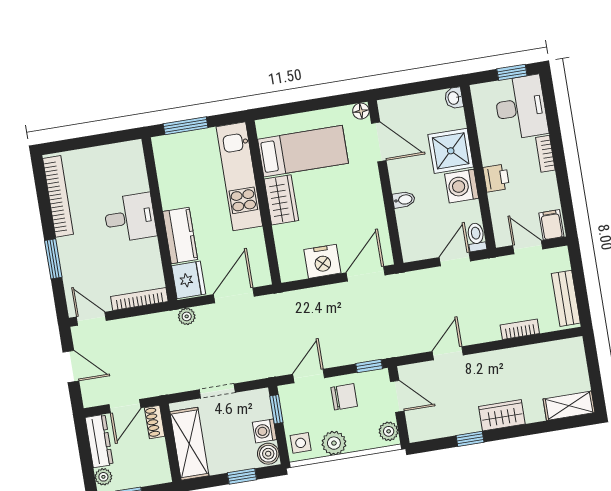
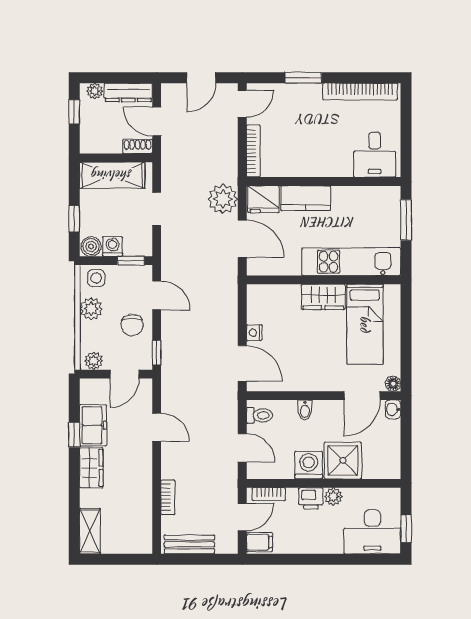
washbasin: (454, 98) -> (393, 409), moved, turned -90
bookcase: (545, 154) -> (269, 494), moved, turned 180
plant: (490, 155) -> (333, 497), added
desk: (130, 218) -> (375, 155), moved
toilet: (476, 237) -> (260, 415), moved
nightstand: (322, 261) -> (254, 333), width x0.53, depth x0.56
plant: (187, 316) -> (223, 199), width x1.87, depth x1.87
freezer: (457, 421) -> (93, 425), added

